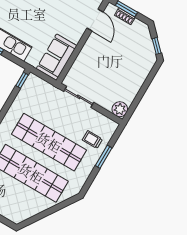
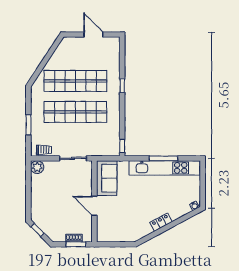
door: (95, 20) -> (94, 206), moved
trolley: (92, 140) -> (44, 150), moved

